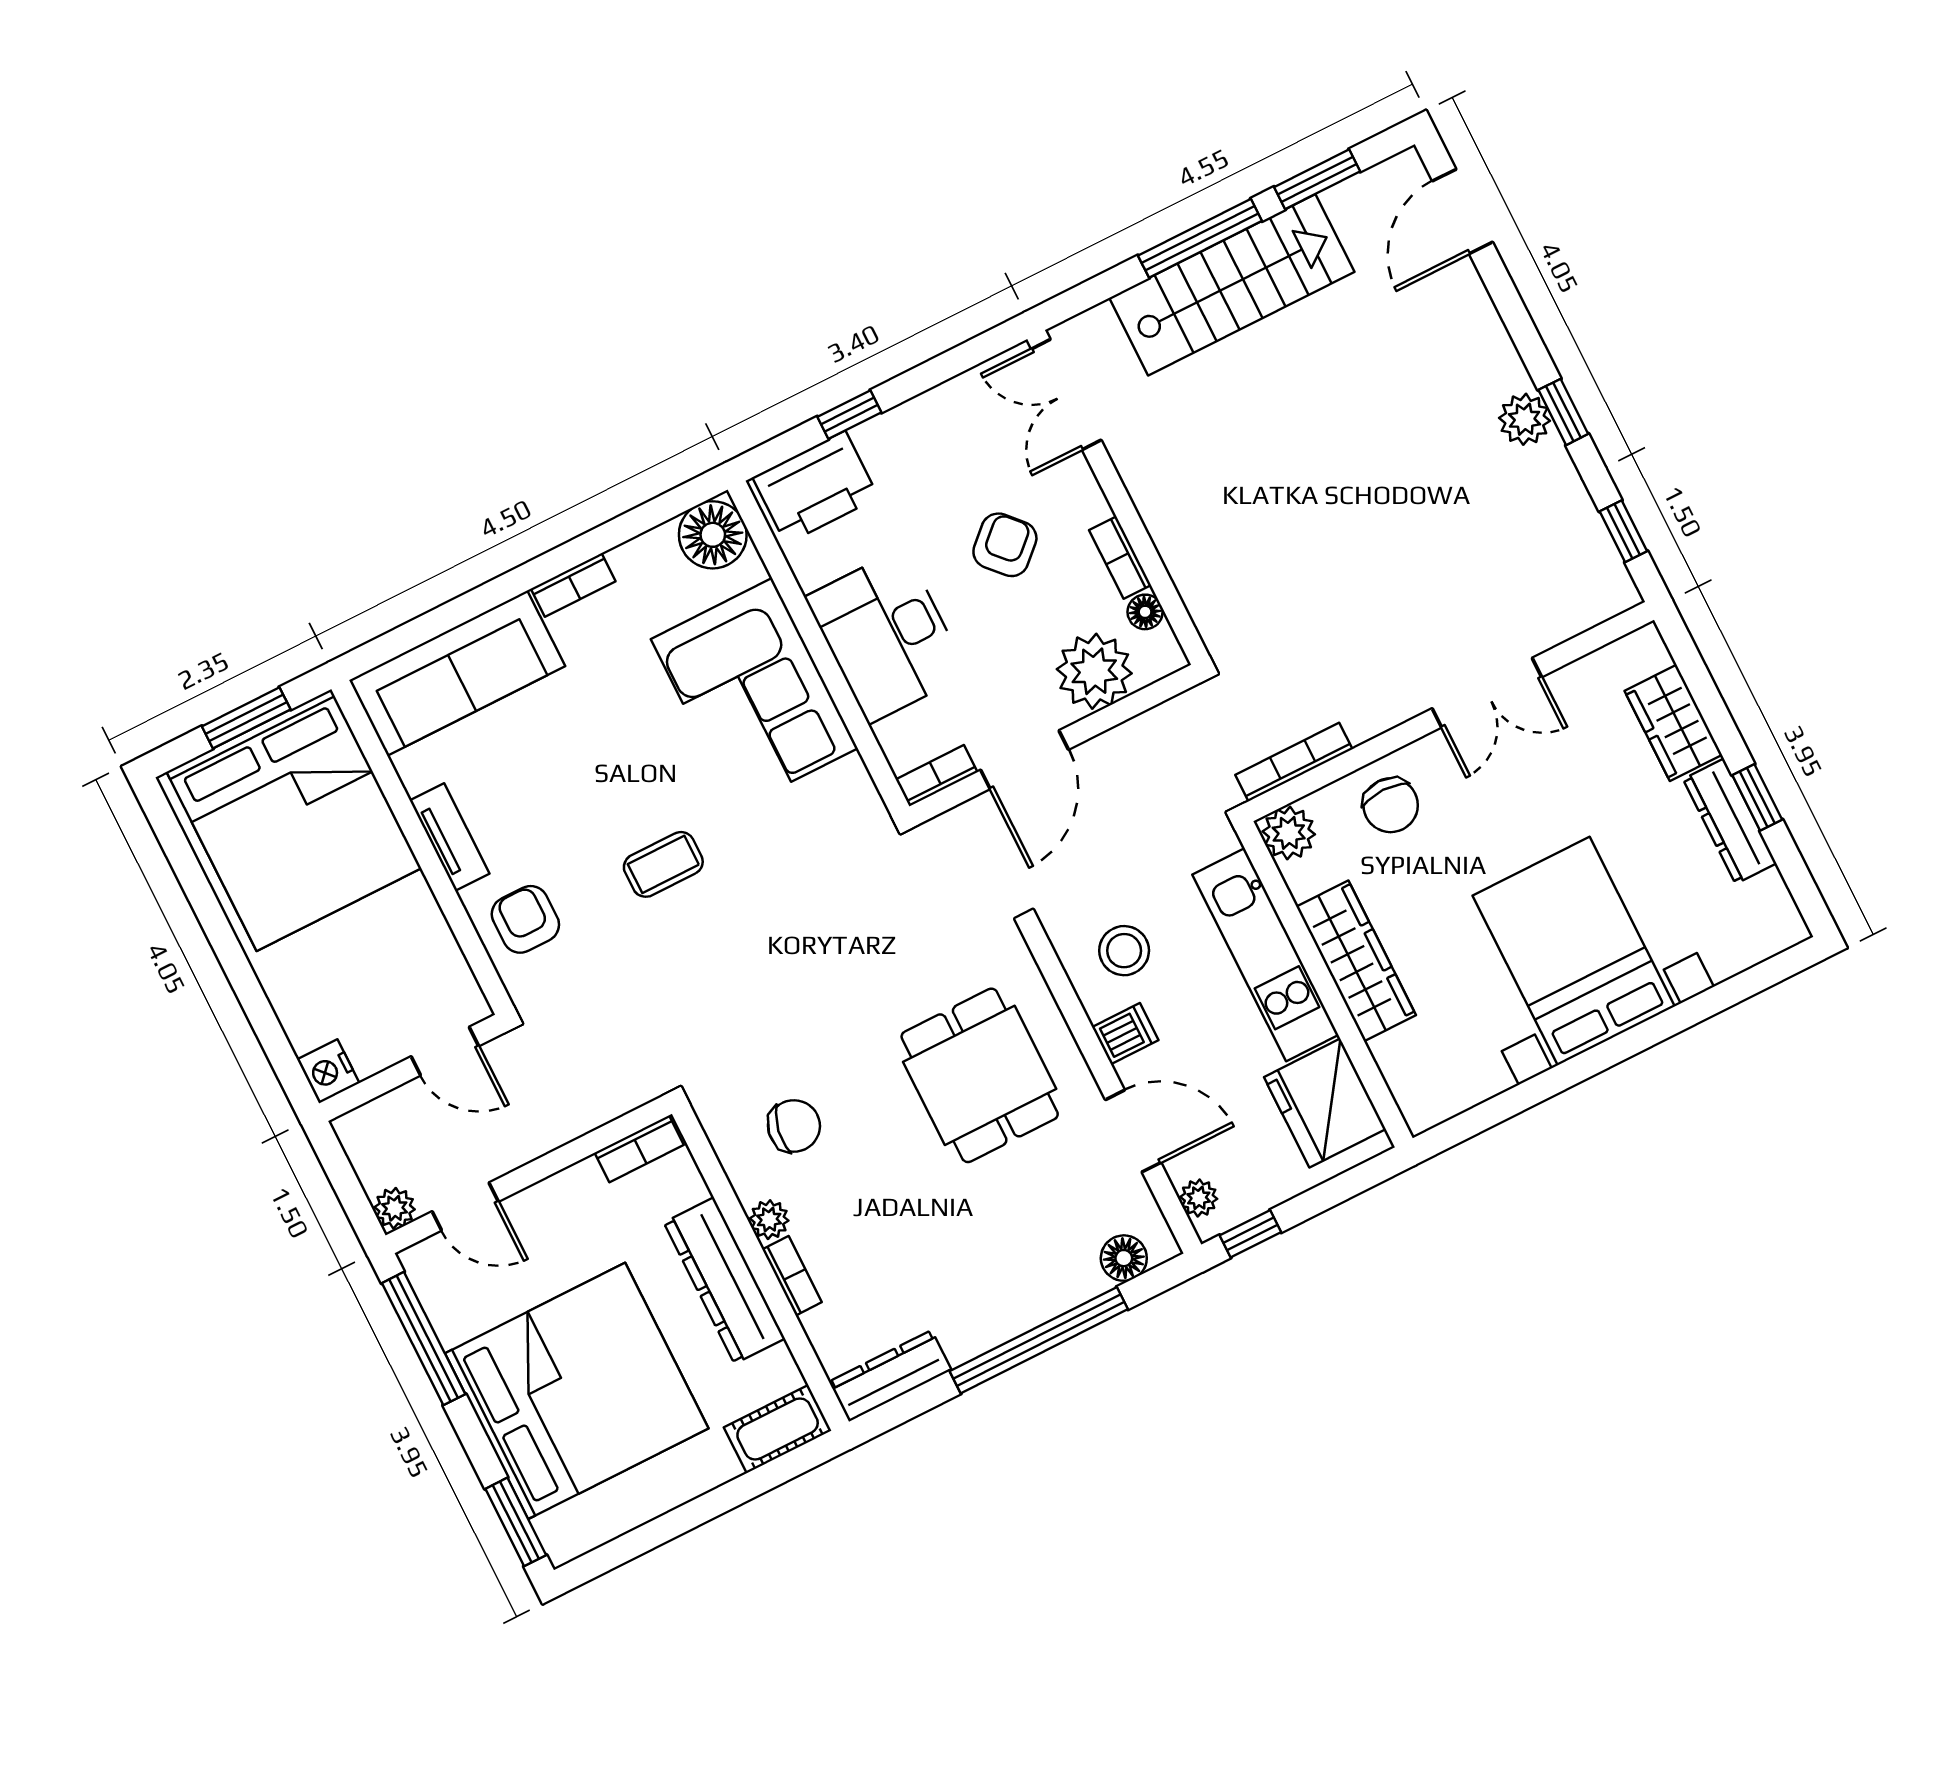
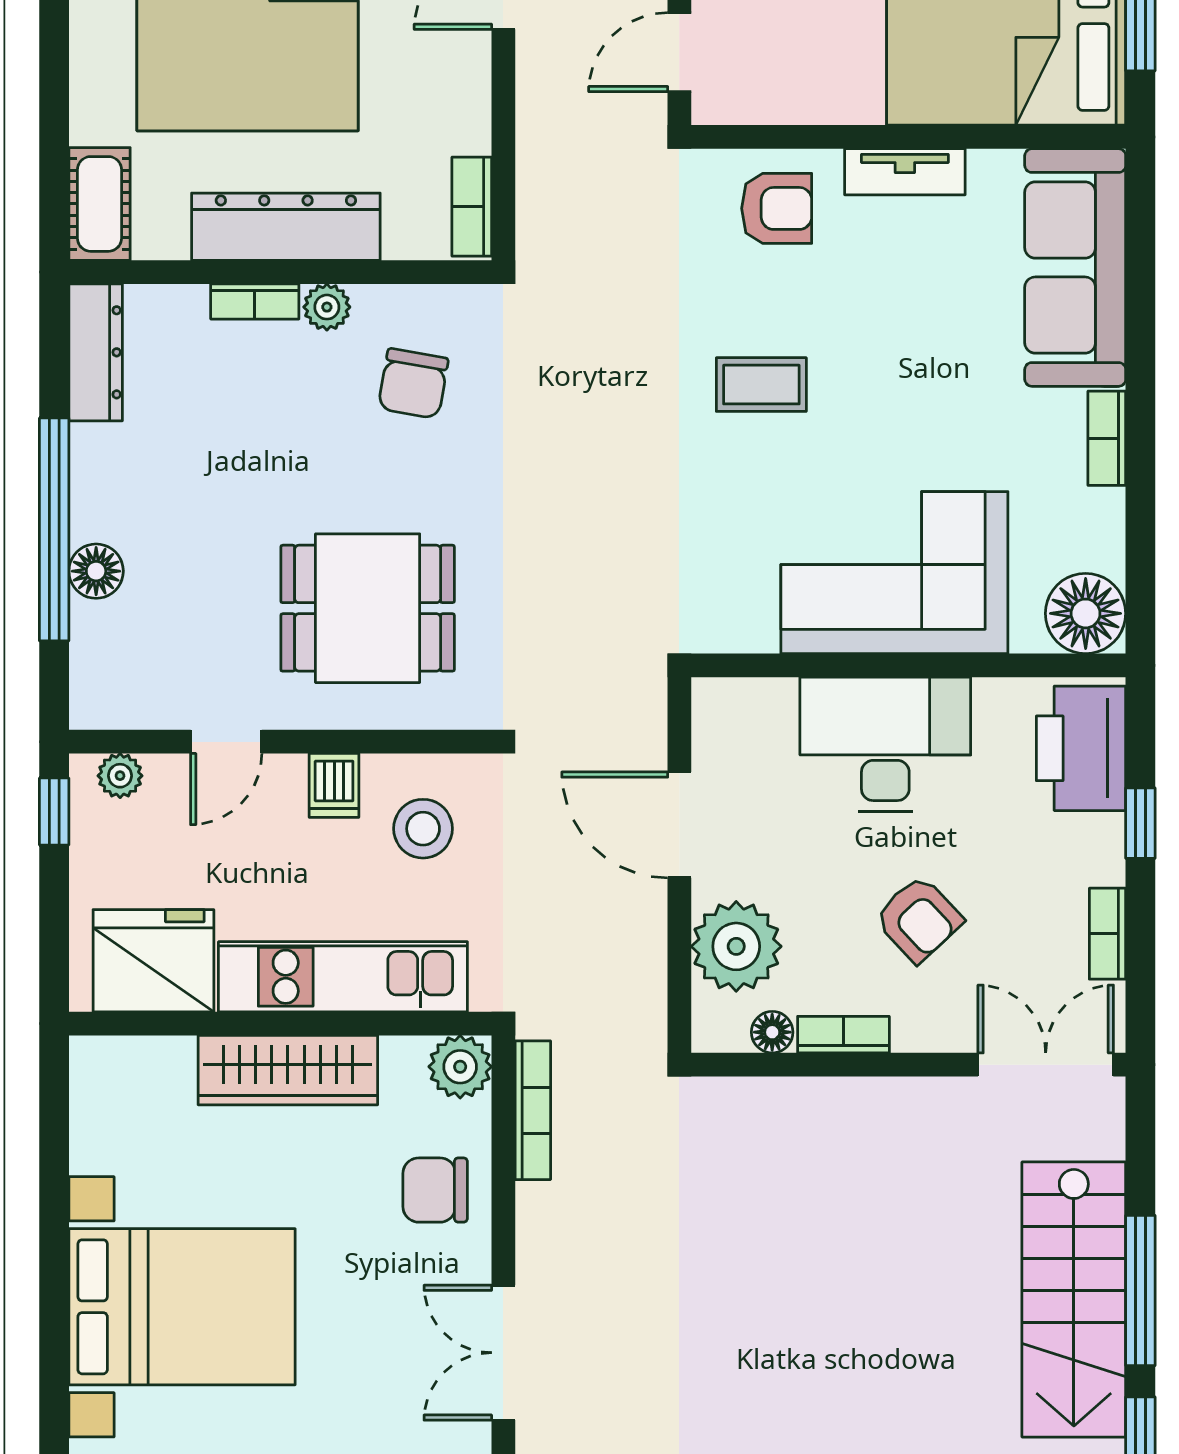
bookcase: (937, 776) -> (1107, 934), moved, turned 180
coffee table: (663, 864) -> (761, 385), turned 90
door: (1133, 1131) -> (226, 742), width x0.73
floor lamp: (1124, 1258) -> (96, 571), moved

